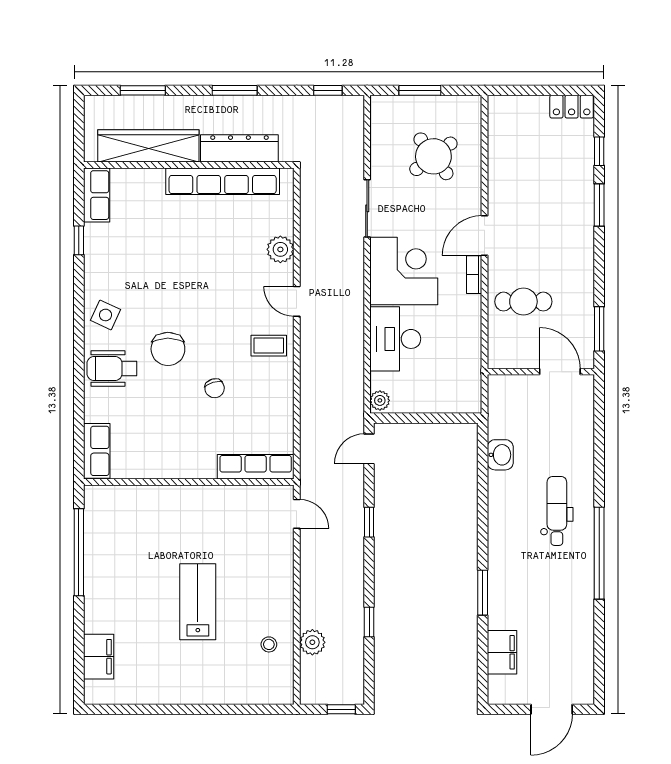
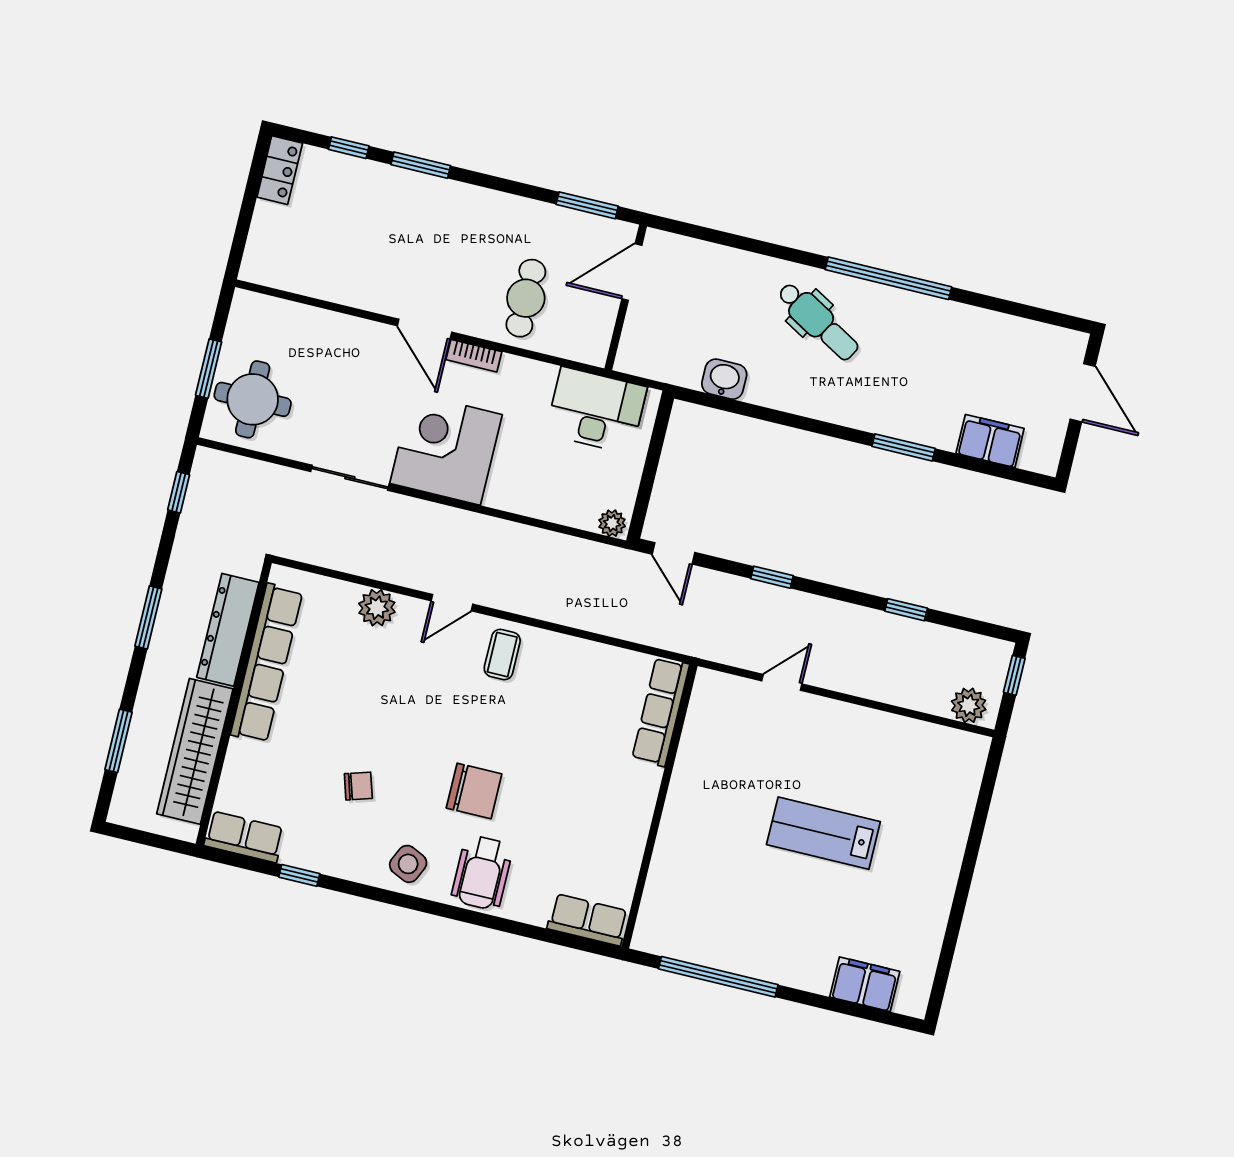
round table: (433, 156) -> (253, 399), moved, turned 37
desk: (395, 339) -> (596, 410), moved, turned 180
chair: (215, 388) -> (358, 786), moved
dental chair: (557, 511) -> (818, 321), turned -150
door: (297, 514) -> (782, 682), moved
plant: (312, 642) -> (969, 705), moved
stool: (269, 644) -> (904, 752), removed

